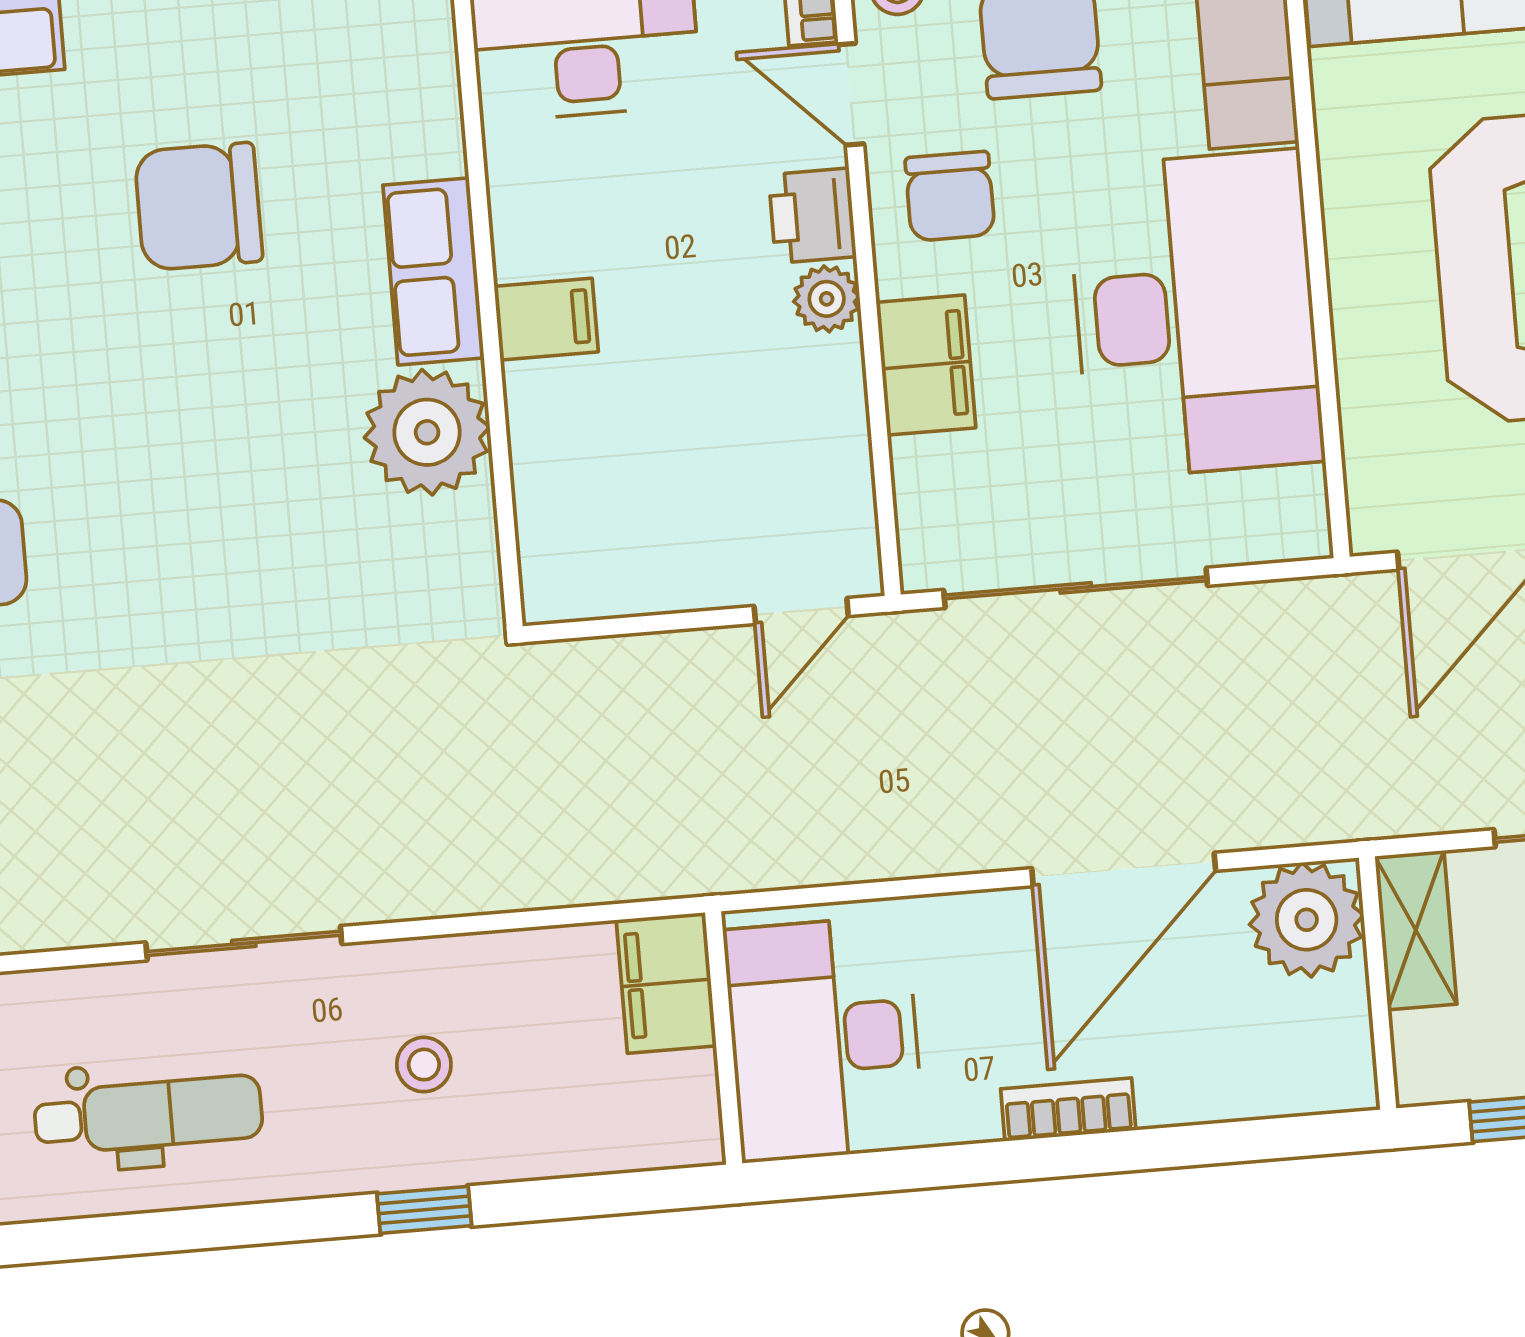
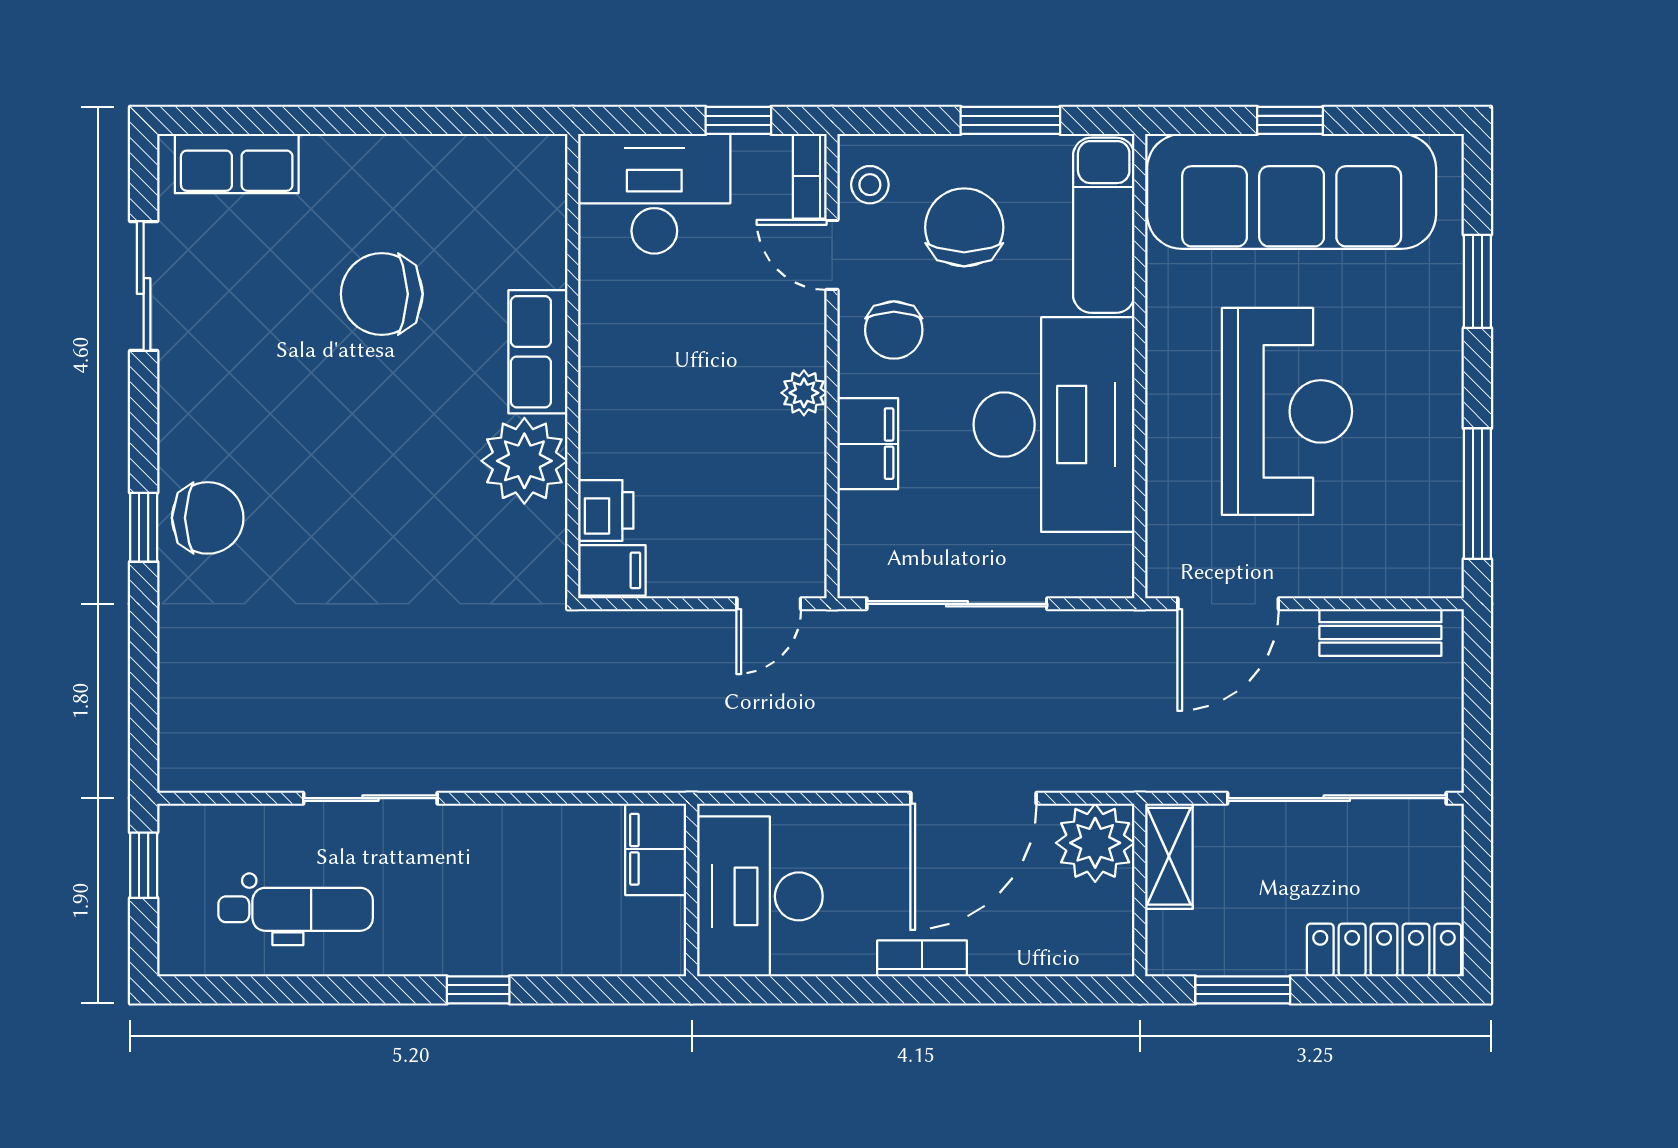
printer: (812, 216) -> (606, 510), moved, turned 180
filing cabinet: (546, 319) -> (612, 570), moved
stool: (424, 1065) -> (486, 891), removed

